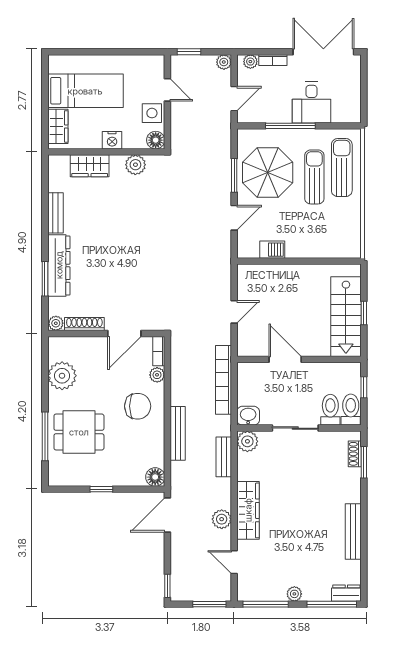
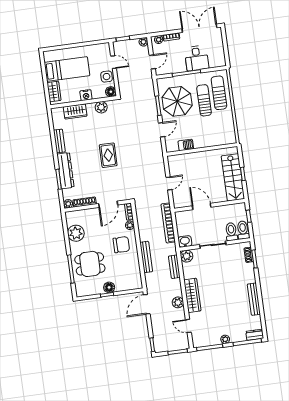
rug: (136, 249) -> (108, 155), added
floor lamp: (155, 477) -> (109, 287), moved

